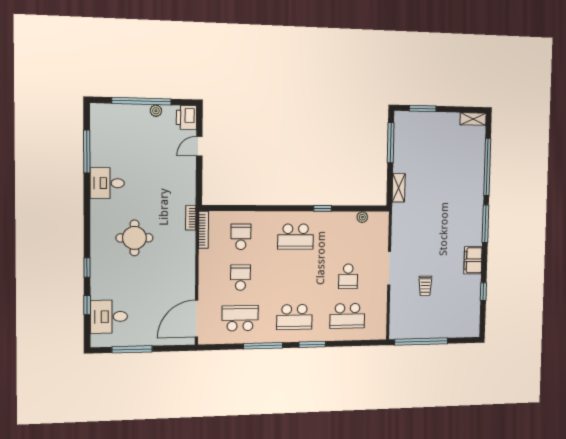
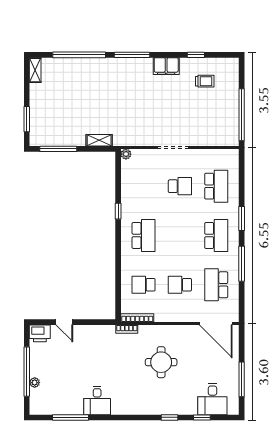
plant: (156, 111) -> (35, 383), moved
plant: (362, 217) -> (126, 154), moved
round table: (134, 238) -> (161, 362), moved
trolley: (425, 286) -> (205, 81), moved

